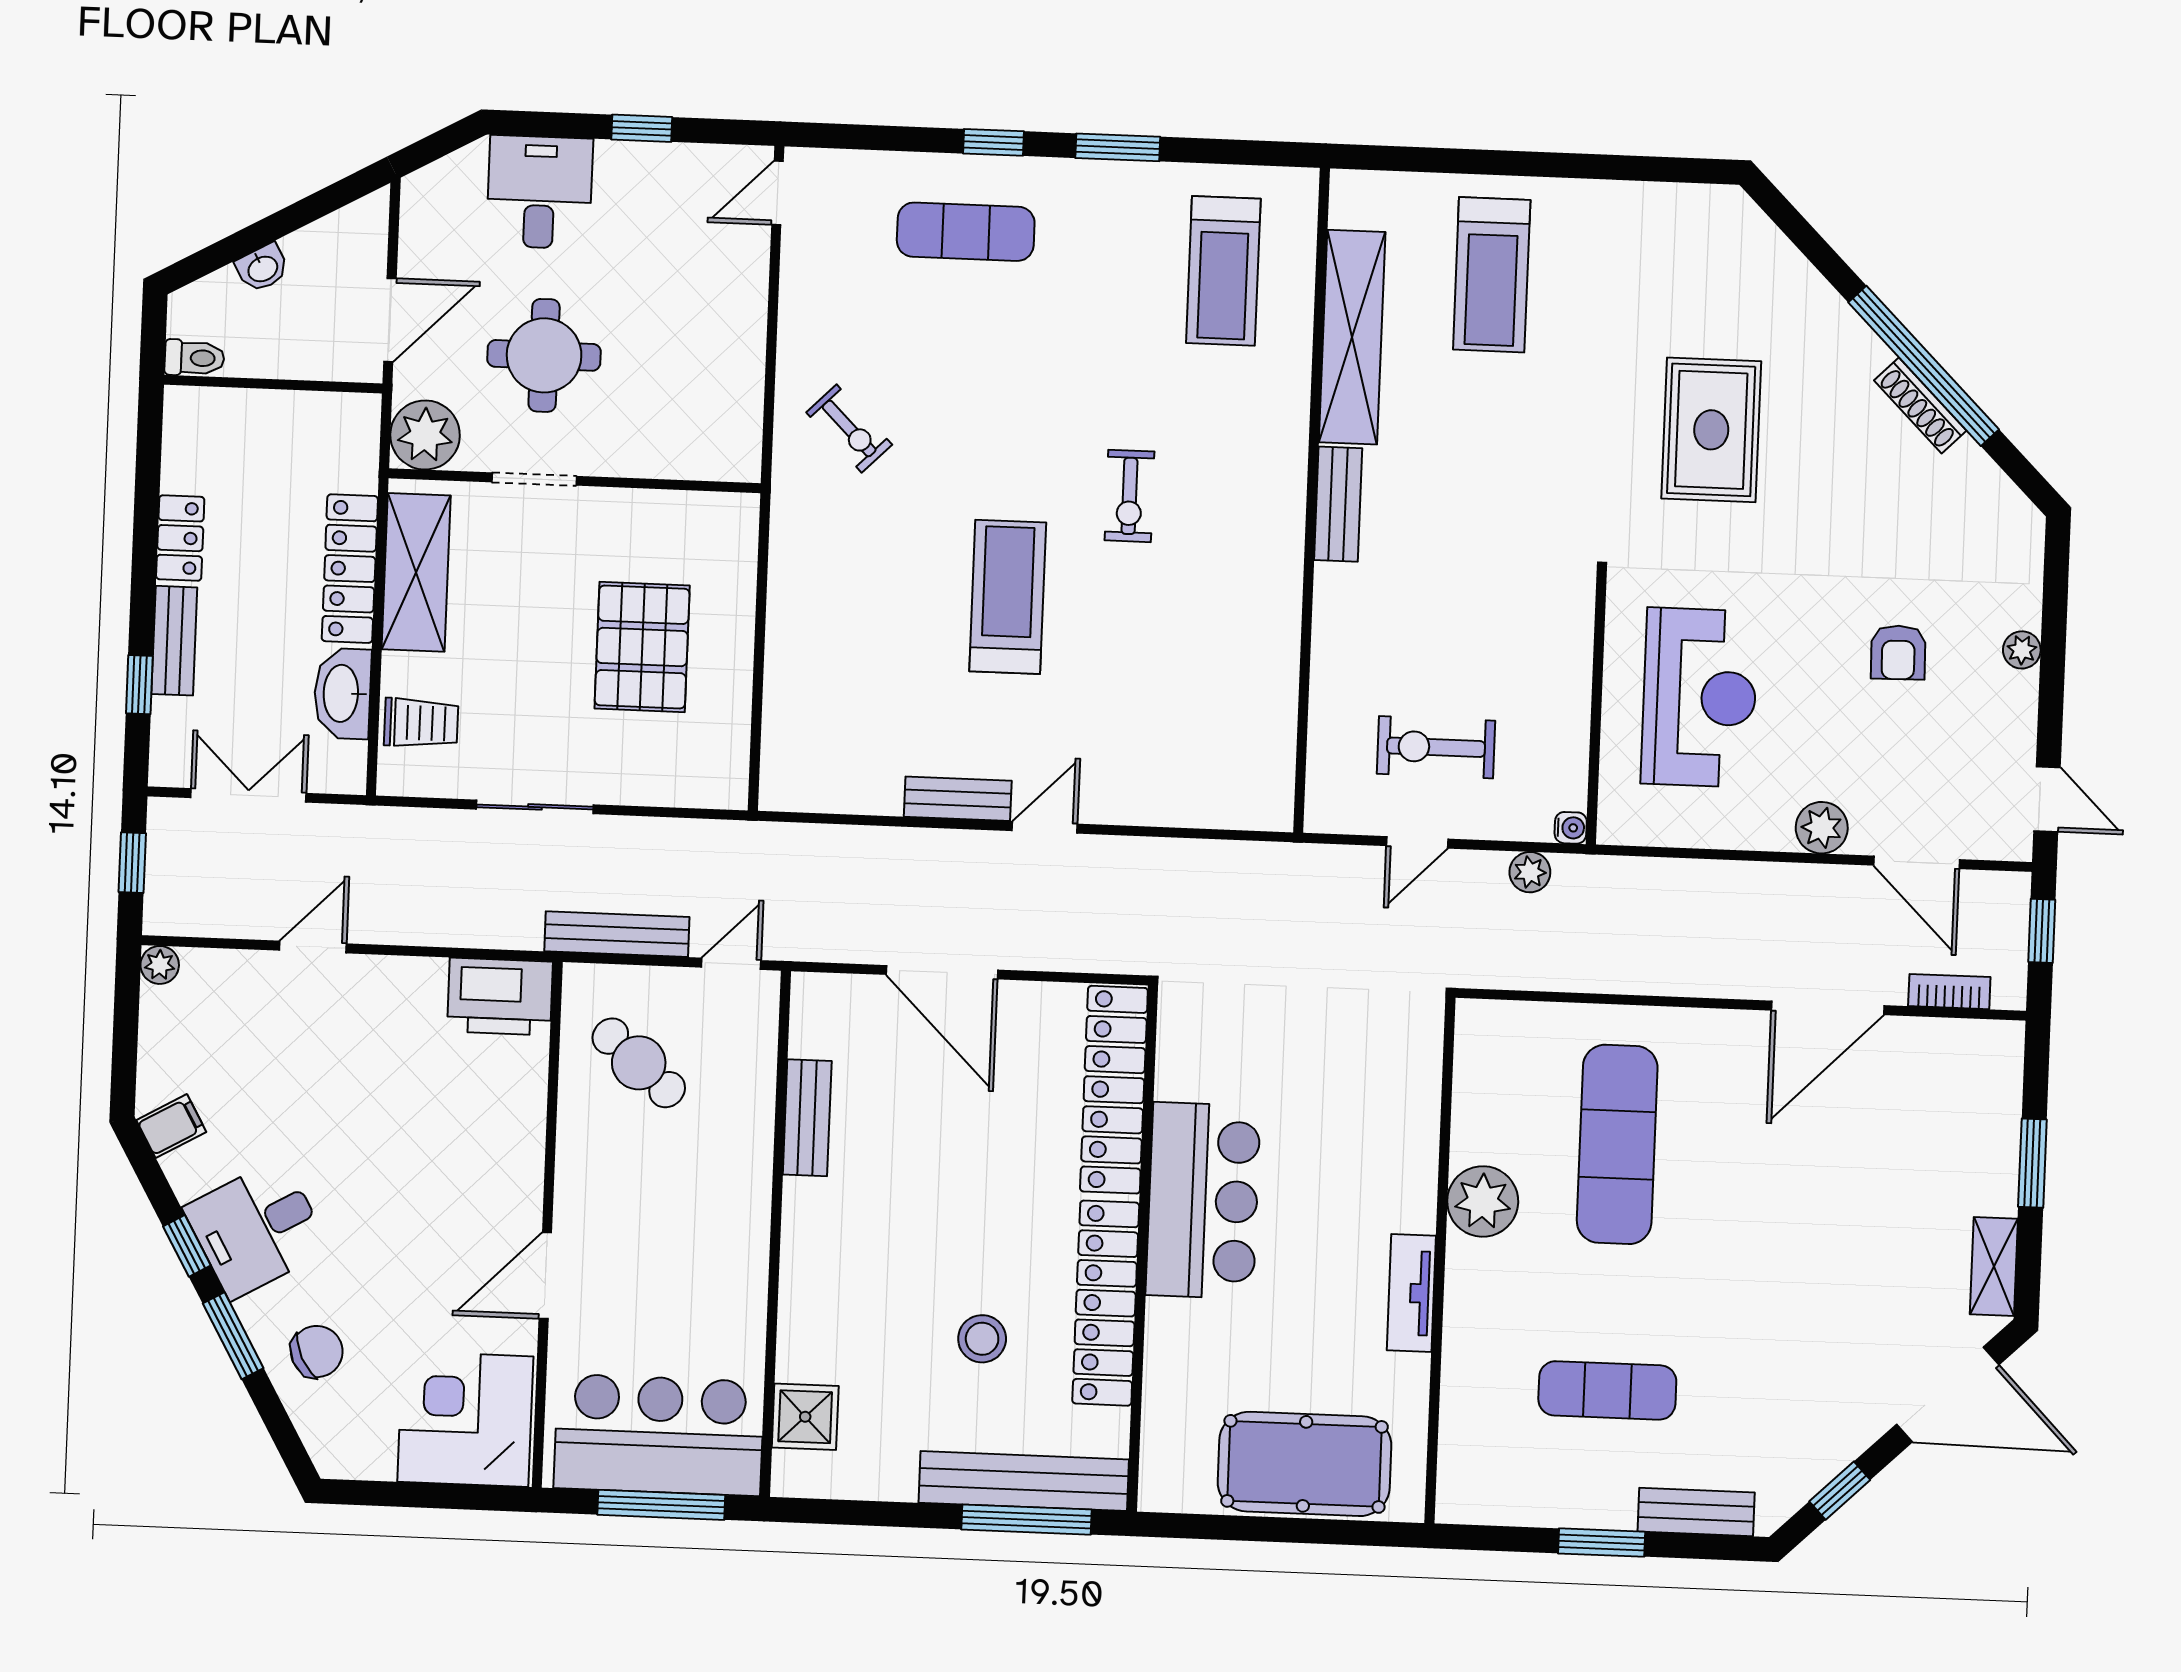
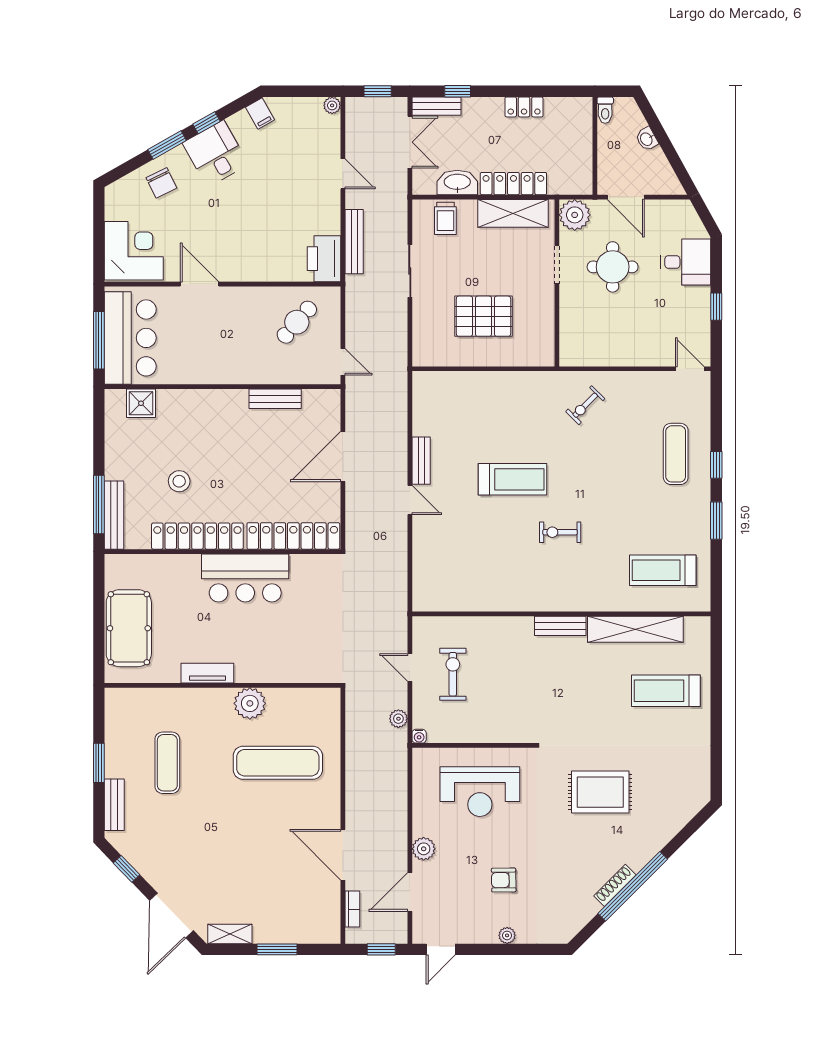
bench: (174, 641) -> (436, 106), moved
bench: (617, 934) -> (354, 242), moved
bench: (1024, 1481) -> (114, 515), width x0.73, depth x0.82

